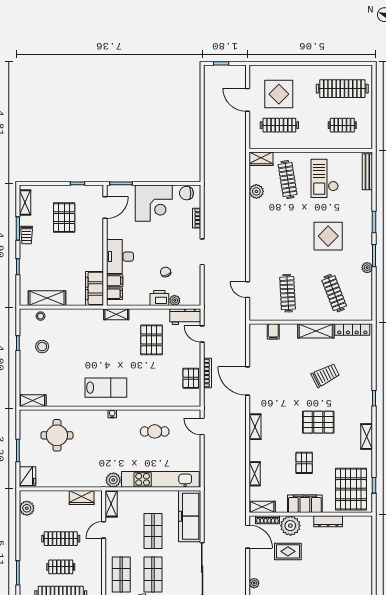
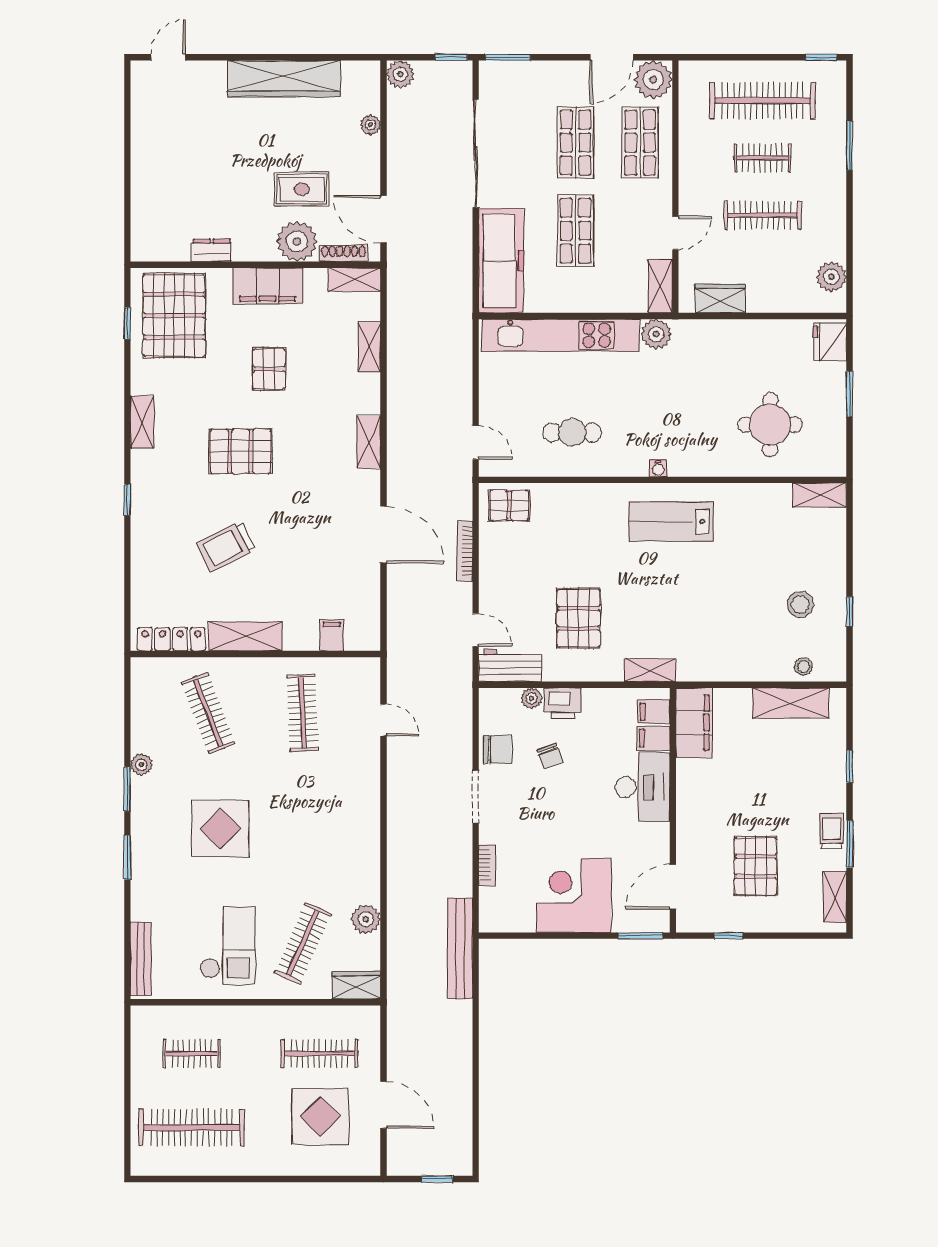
bench: (210, 177) -> (460, 948), added
clothes rail: (288, 180) -> (303, 943), turned 33
chair: (186, 193) -> (498, 749), moved
pallet: (191, 378) -> (509, 505), moved, turned 90
dresser: (328, 521) -> (212, 250), width x0.70

